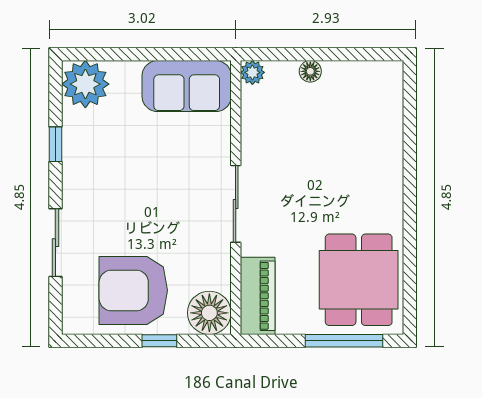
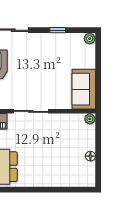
floor lamp: (310, 71) -> (90, 156), moved
plant: (85, 84) -> (90, 39), width x0.53, depth x0.53

